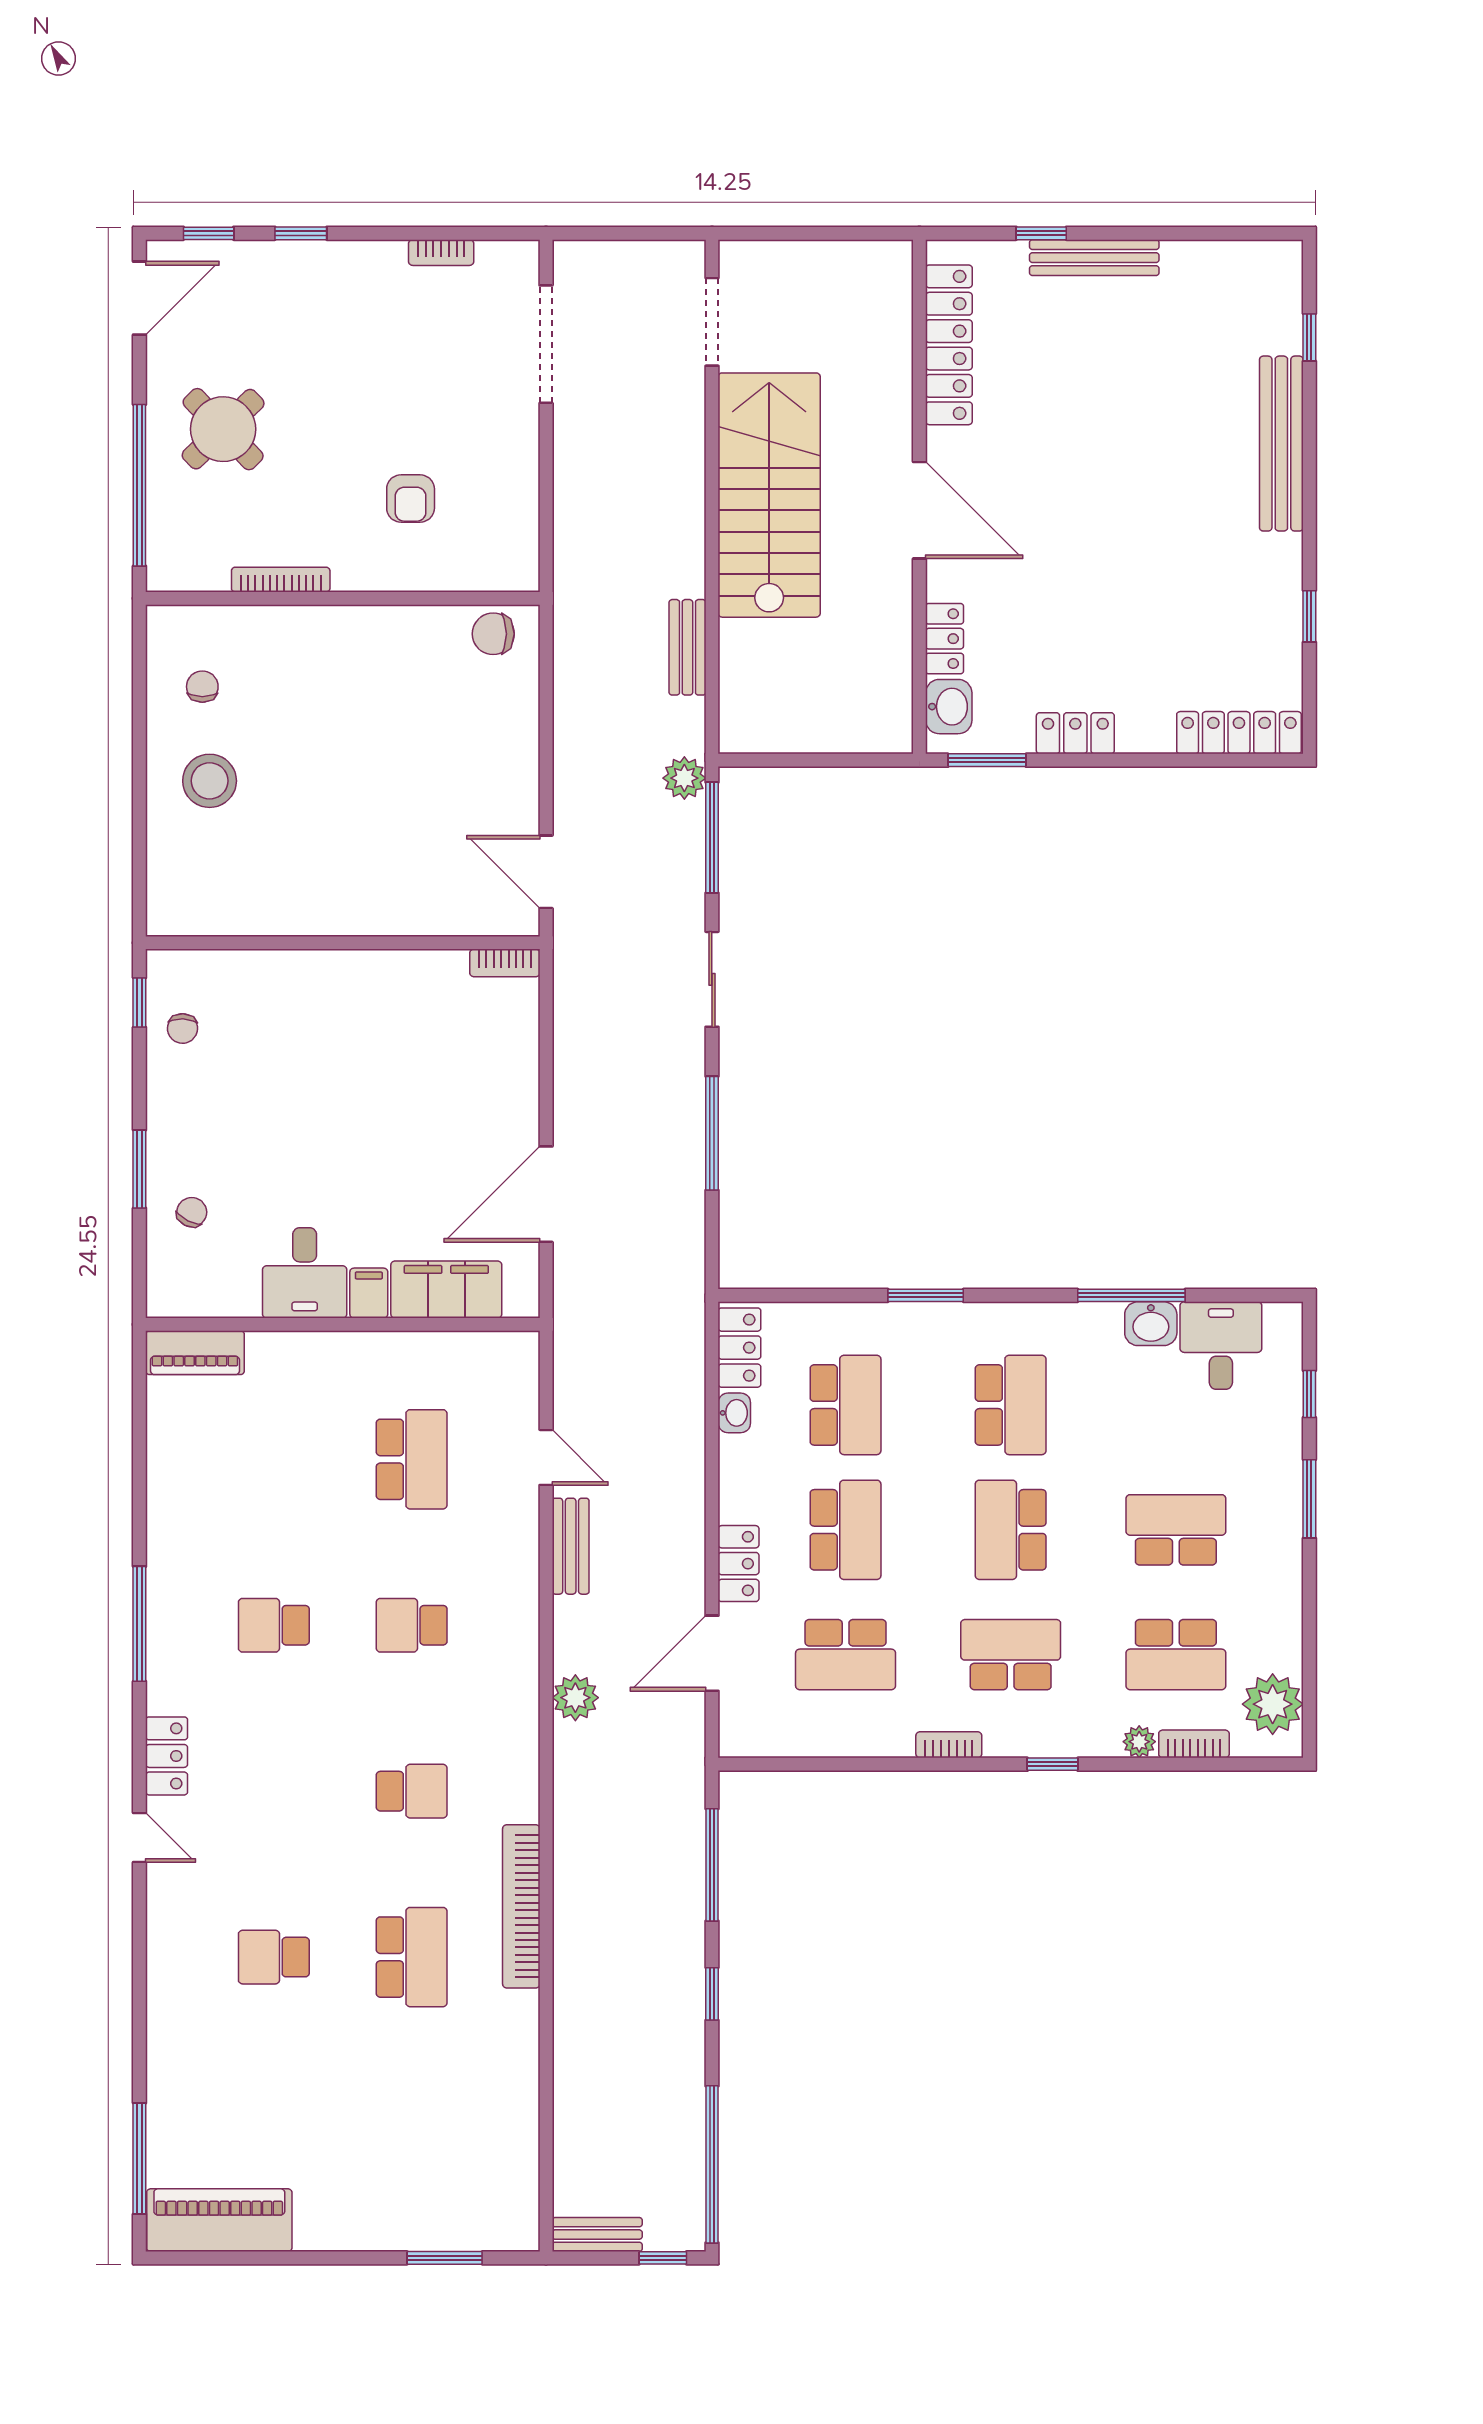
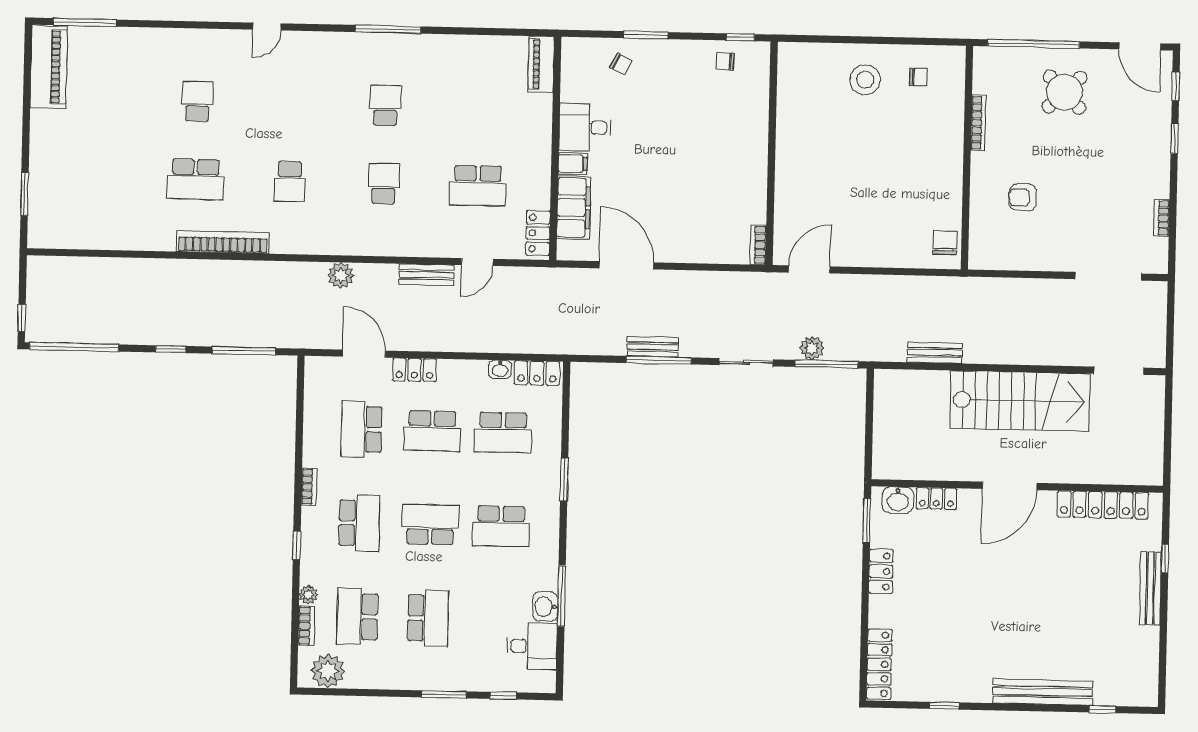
plant: (684, 778) -> (812, 348), moved
locker: (167, 1756) -> (538, 233), moved, turned 90
bench: (597, 2235) -> (653, 347), moved, turned 90

